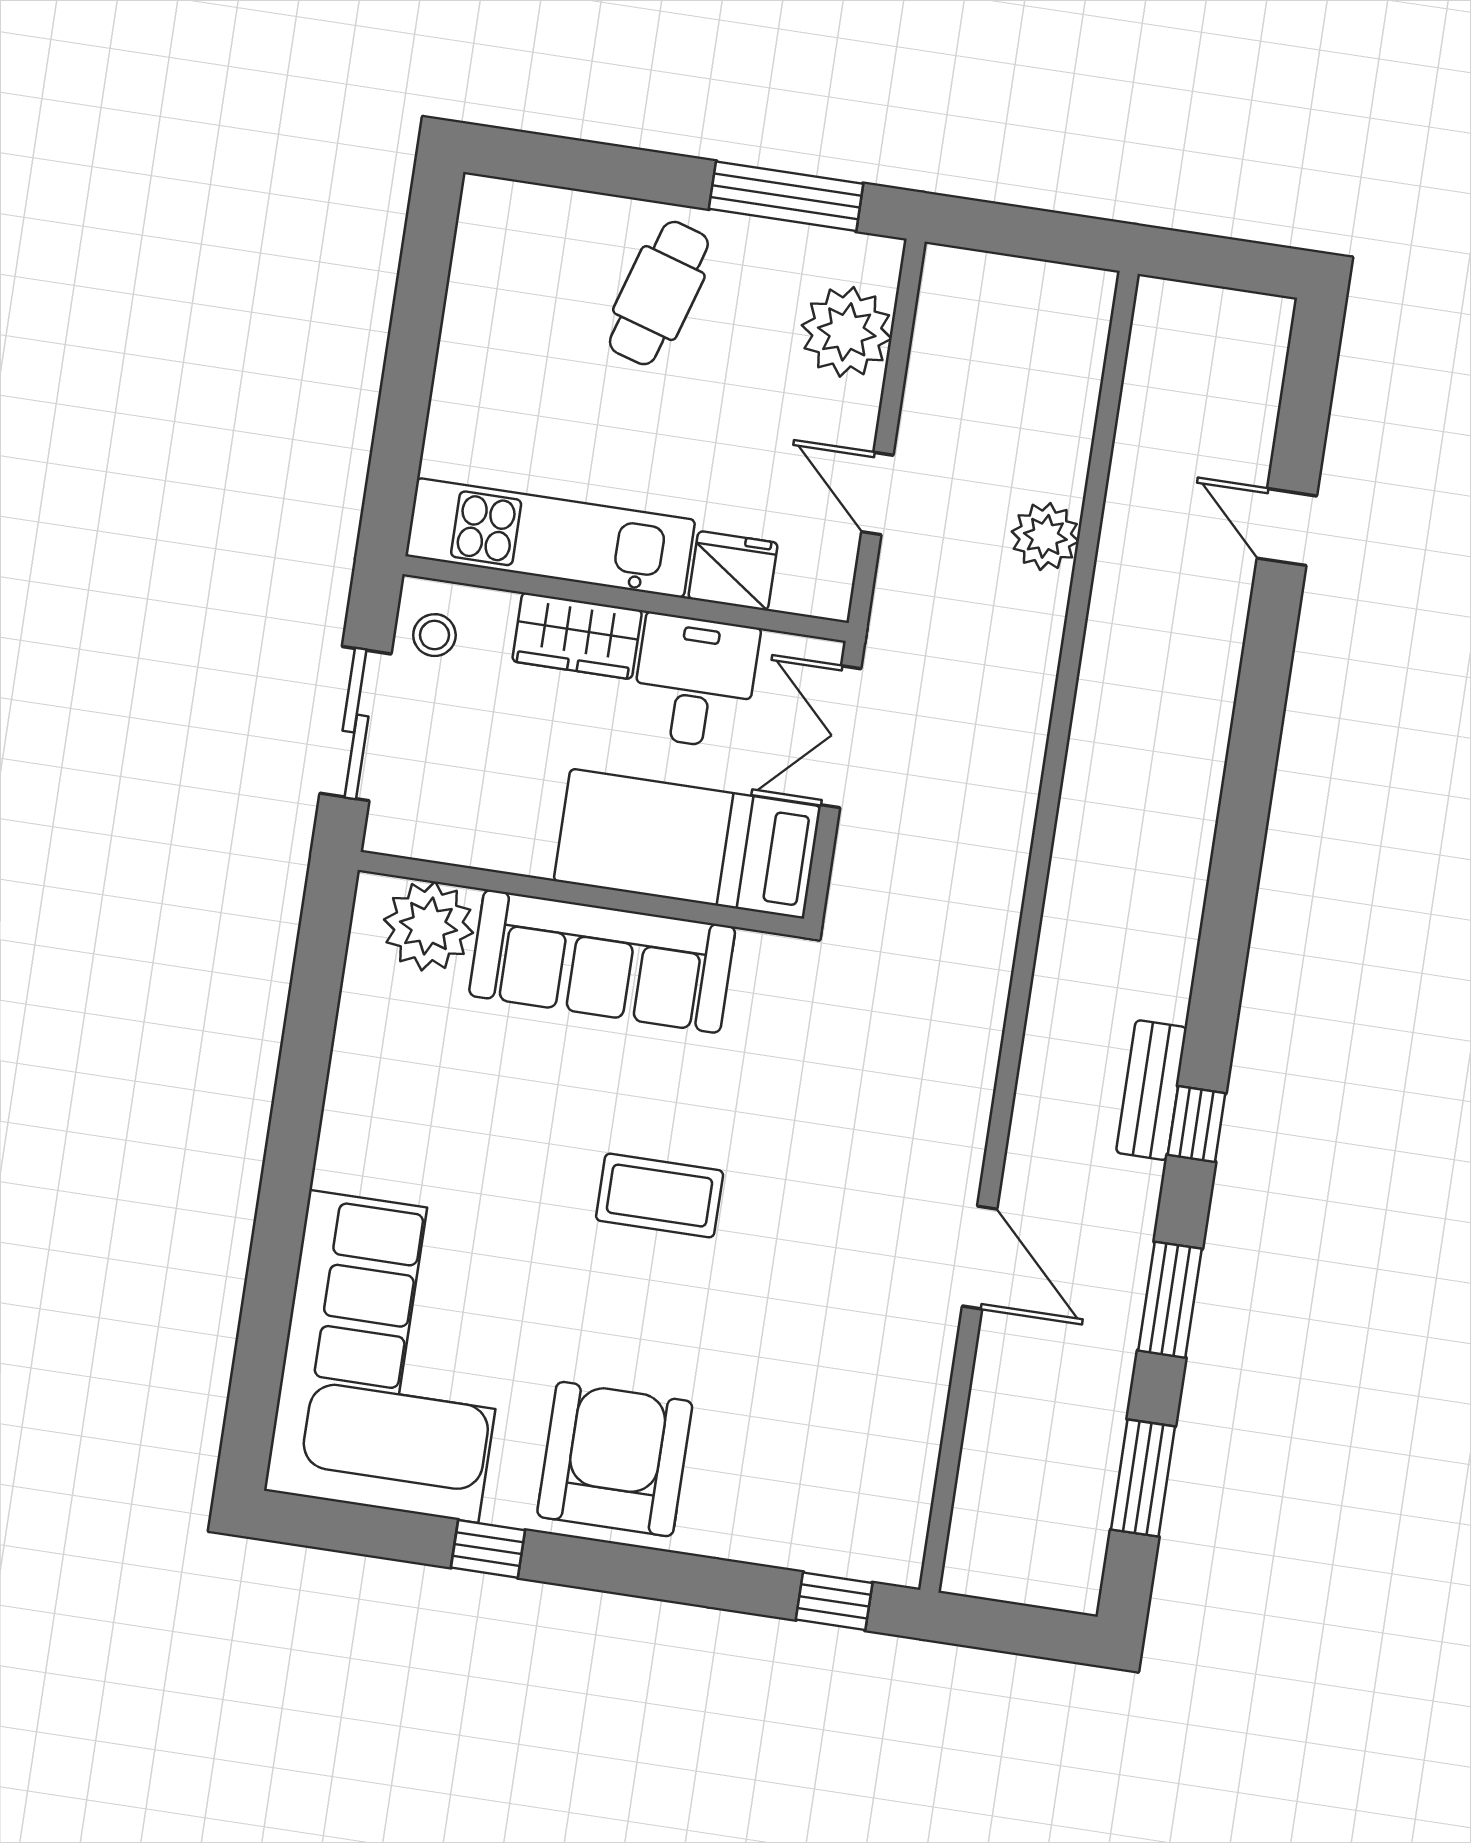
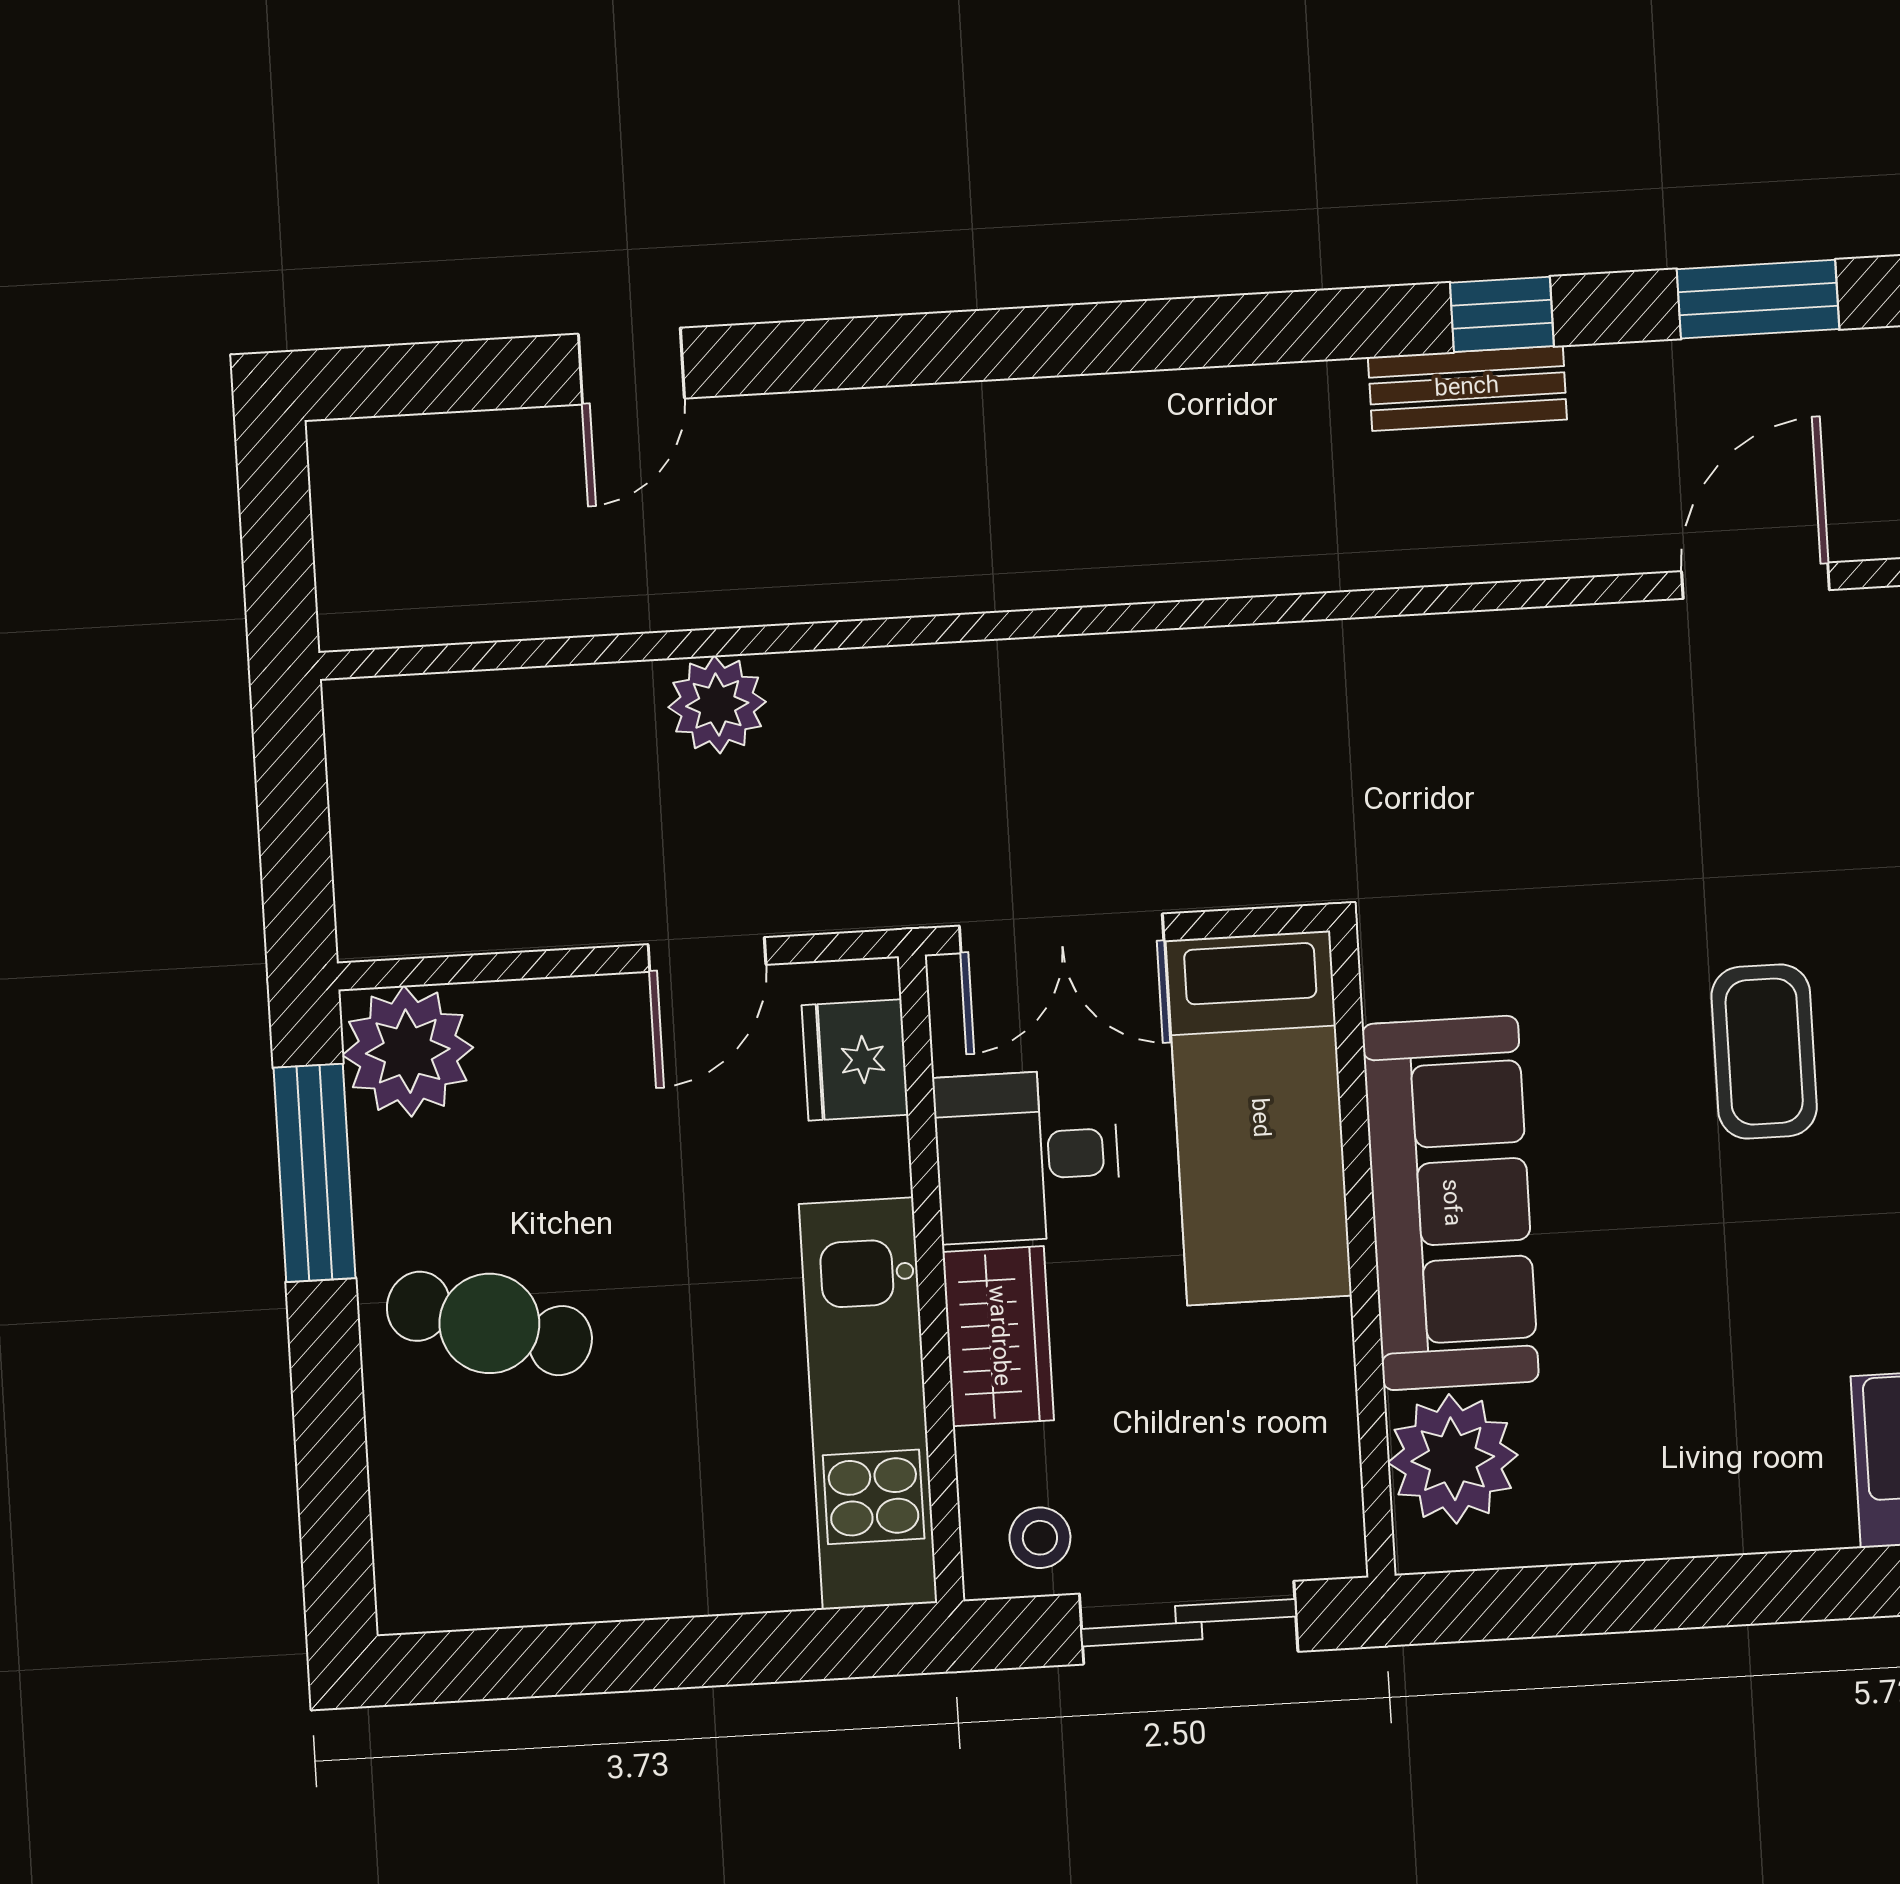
plant: (847, 332) -> (408, 1051), moved
fridge: (733, 571) -> (855, 1060), moved

